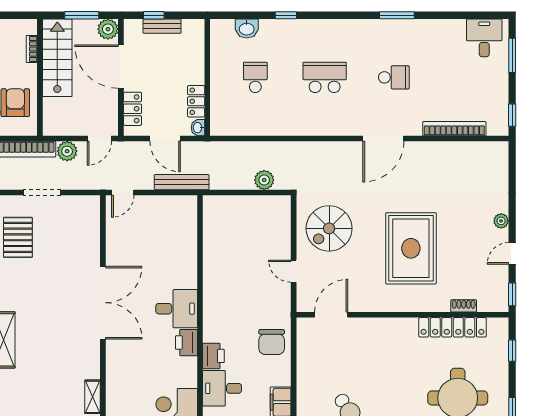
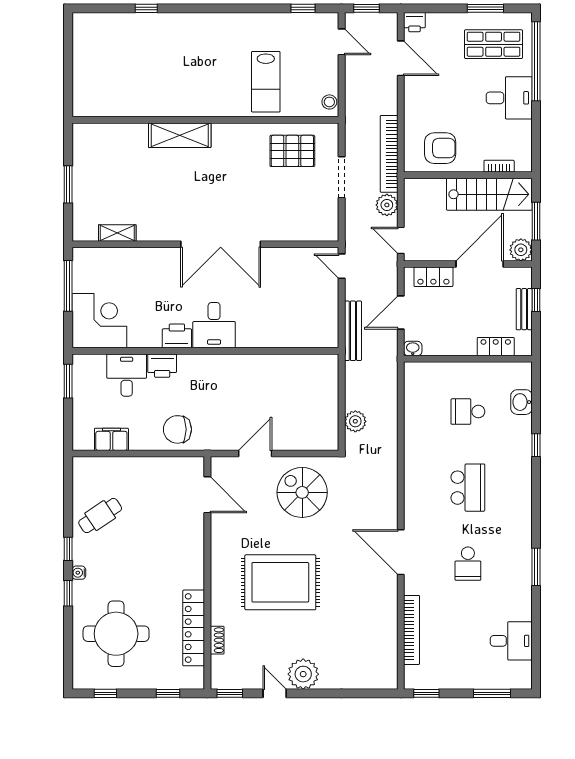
desk: (484, 38) -> (511, 641), moved
school desk: (255, 77) -> (468, 412), turned 180
locker: (196, 101) -> (496, 347), moved
plant: (501, 221) -> (303, 674), width x1.88, depth x1.88
door: (294, 271) -> (255, 454), width x1.38

